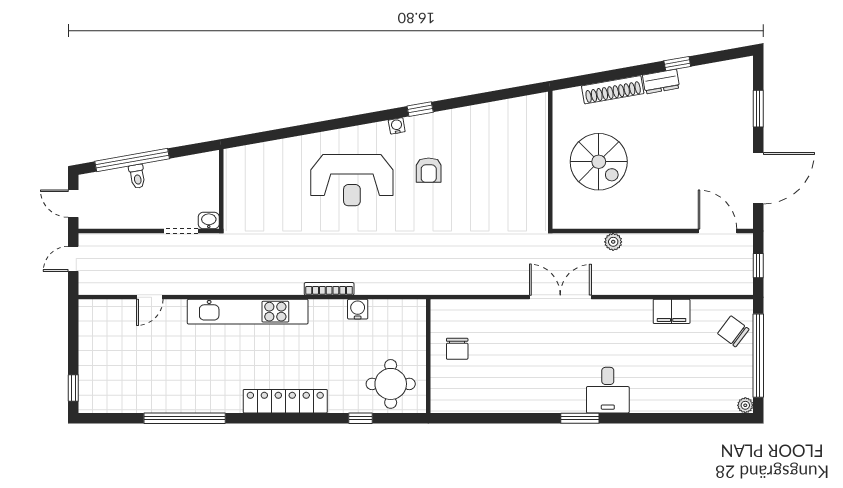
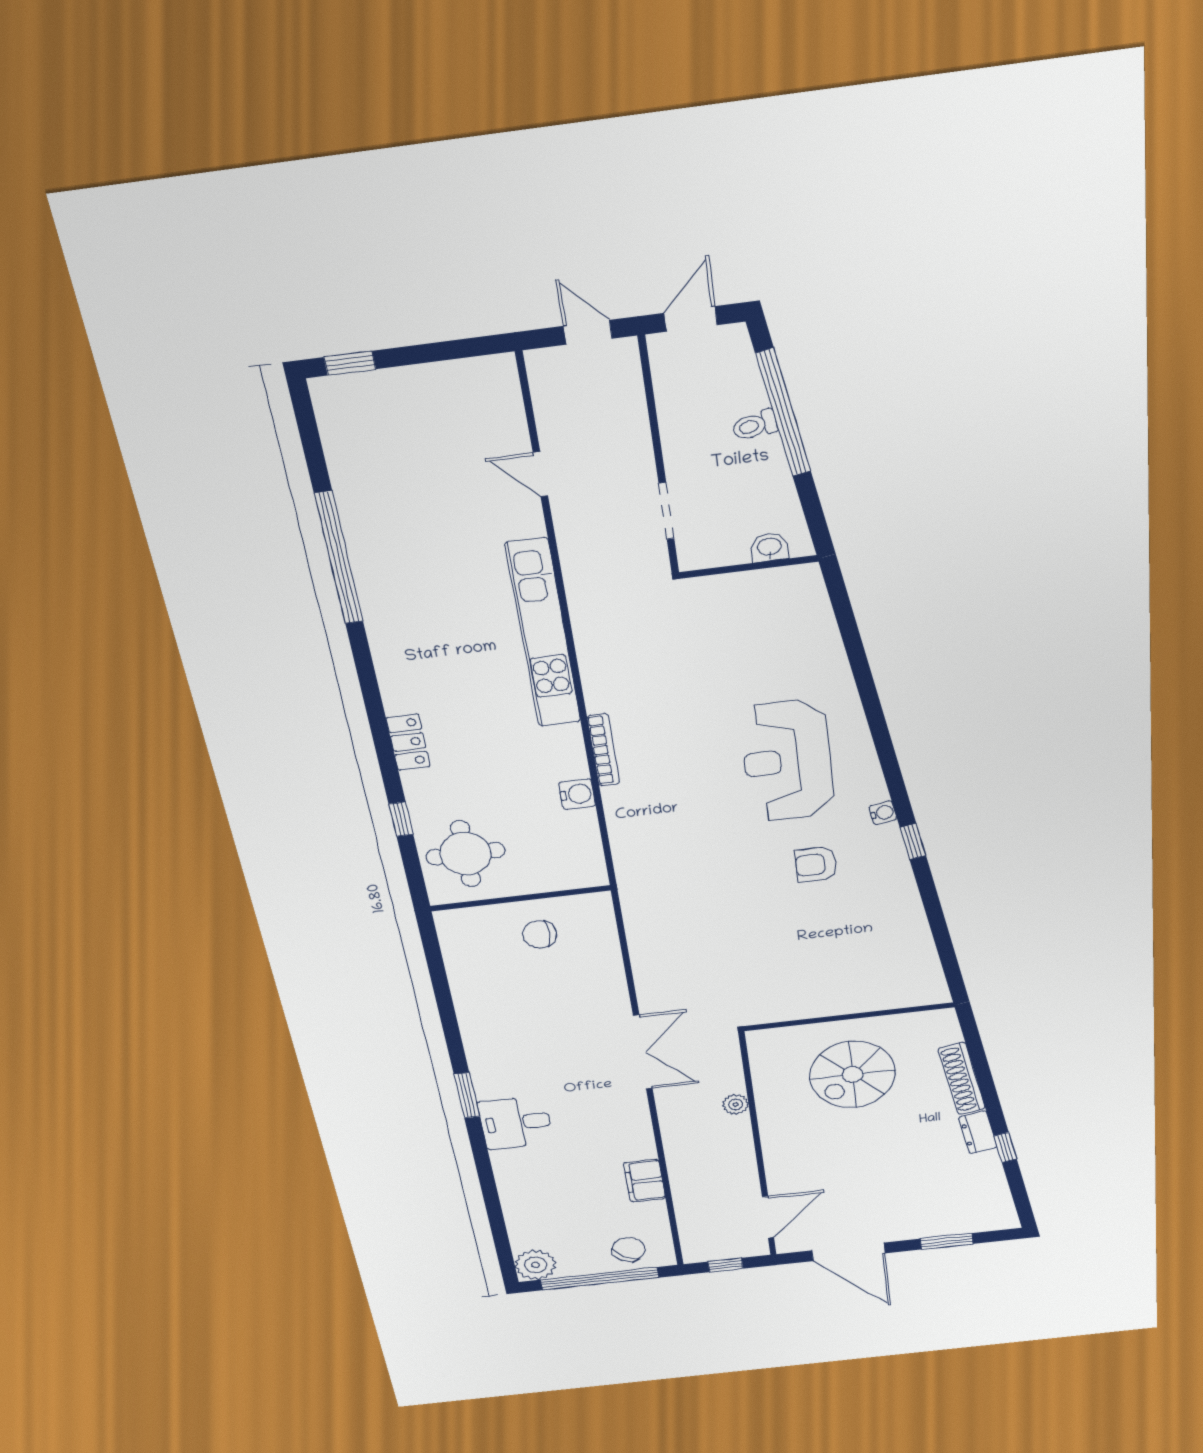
washbasin: (209, 220) -> (769, 547), moved, turned -90
locker: (285, 401) -> (408, 742), width x0.46, depth x0.83
plant: (745, 405) -> (536, 1265), width x1.88, depth x1.88

